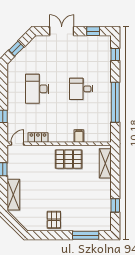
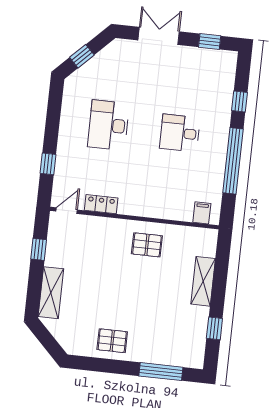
window: (115, 55) -> (240, 101), moved
filing cabinet: (79, 136) -> (202, 213), moved
pallet: (69, 159) -> (147, 245), width x0.67, depth x0.71
shelving: (105, 163) -> (203, 281), moved
pallet: (54, 220) -> (112, 341), turned 90

